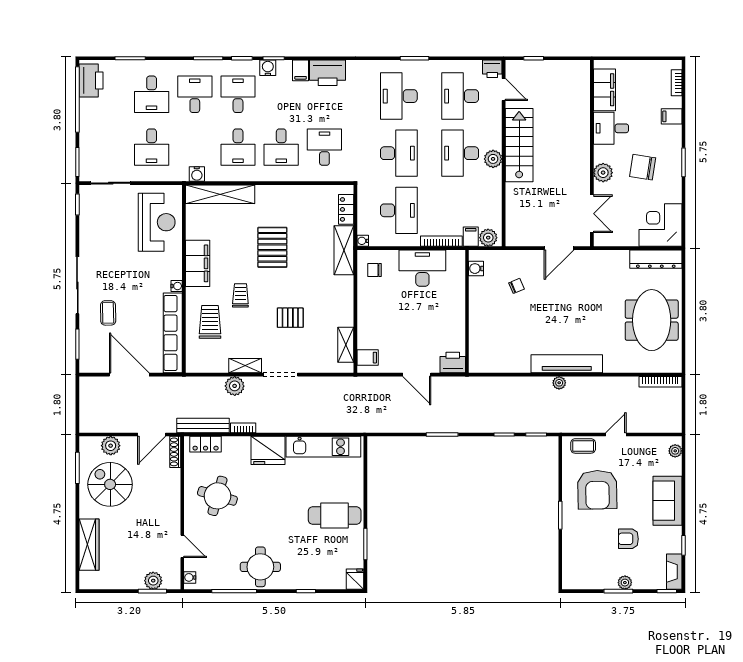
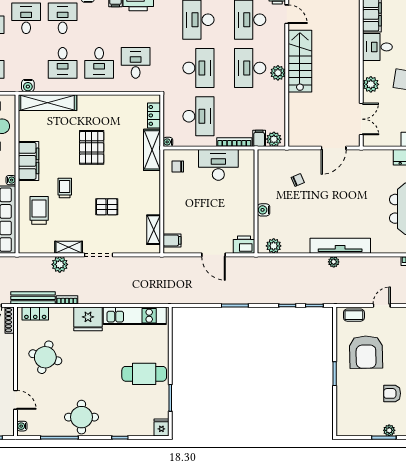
water cooler: (476, 269) -> (264, 210), moved
plant: (488, 364) -> (274, 246), added

